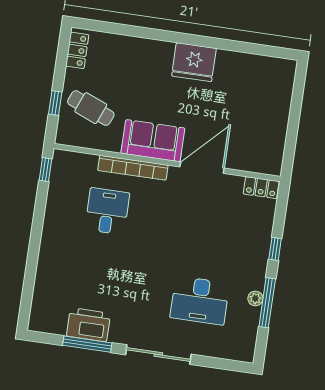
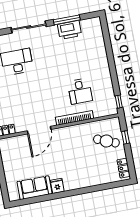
fridge: (194, 62) -> (57, 186), width x0.53, depth x0.75
sofa: (153, 141) -> (34, 188), moved, turned 180

